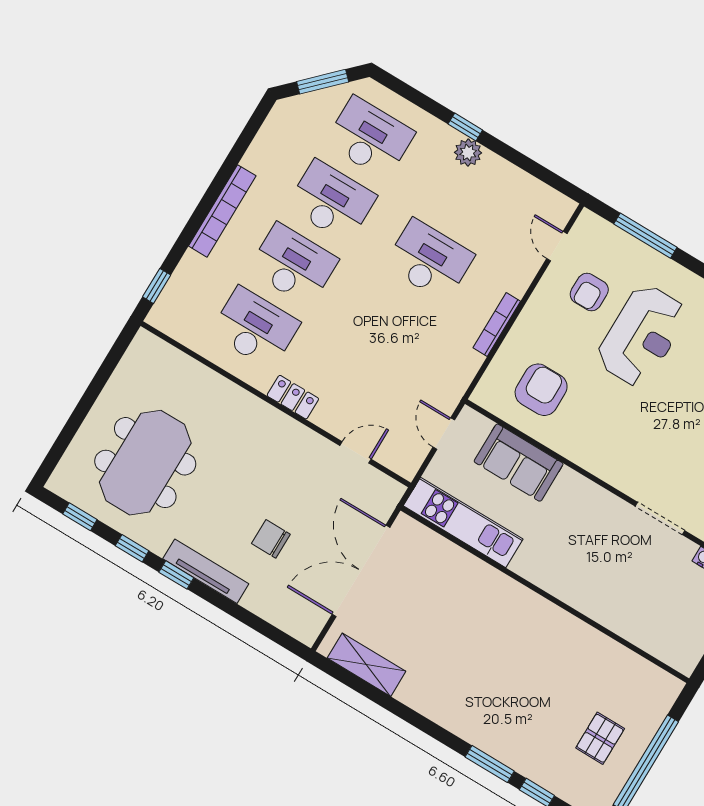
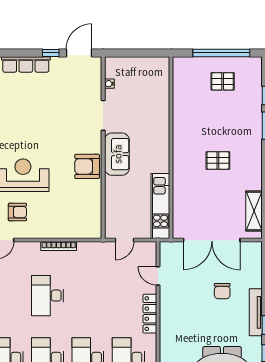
armchair: (541, 390) -> (87, 166), moved
locker: (293, 397) -> (150, 314), width x1.53
sofa: (519, 463) -> (117, 154), moved
pallet: (480, 656) -> (218, 160), added

